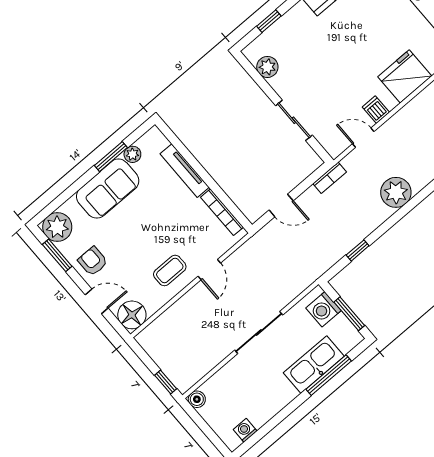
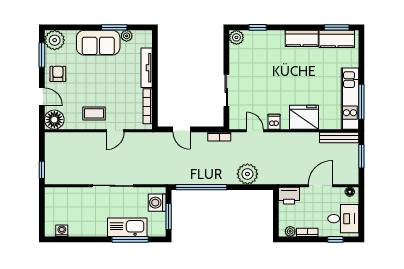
plant: (267, 67) -> (236, 37), moved
window: (358, 250) -> (201, 187), width x3.17
boiler: (197, 399) -> (50, 193), removed

